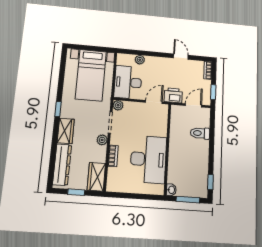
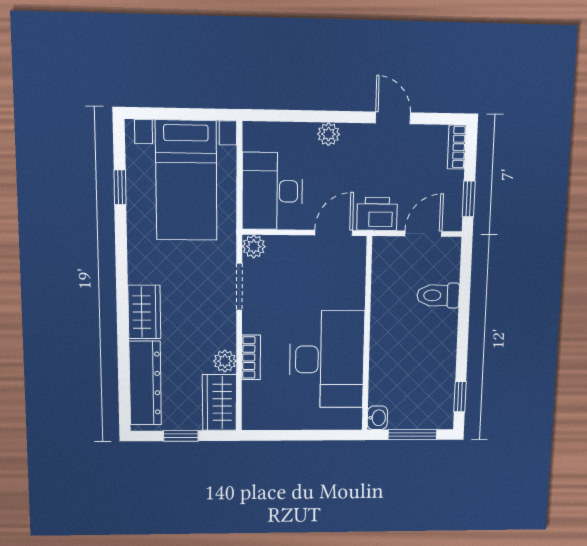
plant: (140, 60) -> (329, 134), moved
window: (58, 109) -> (120, 187), moved
plant: (102, 140) -> (225, 361), moved

